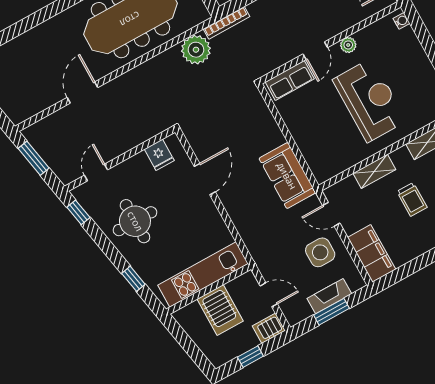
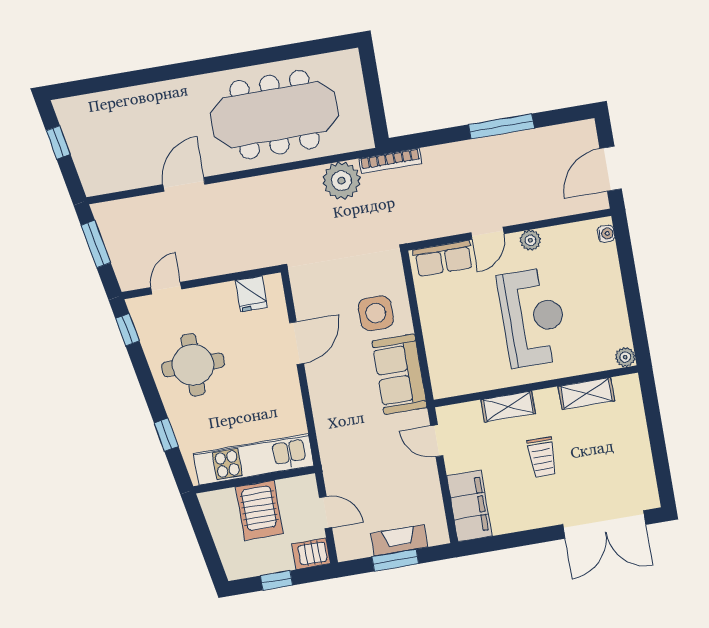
side table: (320, 252) -> (376, 313), moved

